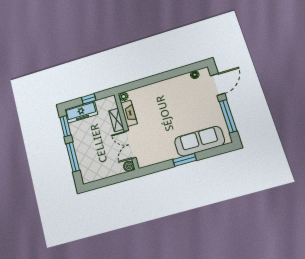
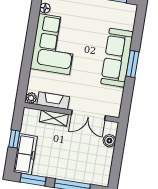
corner sofa: (171, 94) -> (54, 44), added
sofa: (199, 141) -> (117, 58), moved
boiler: (129, 166) -> (109, 141), moved

